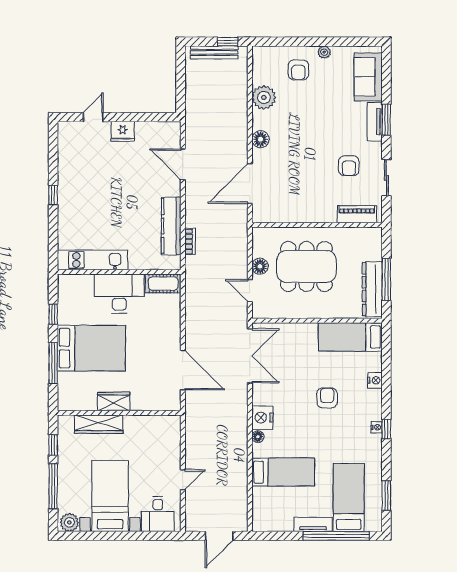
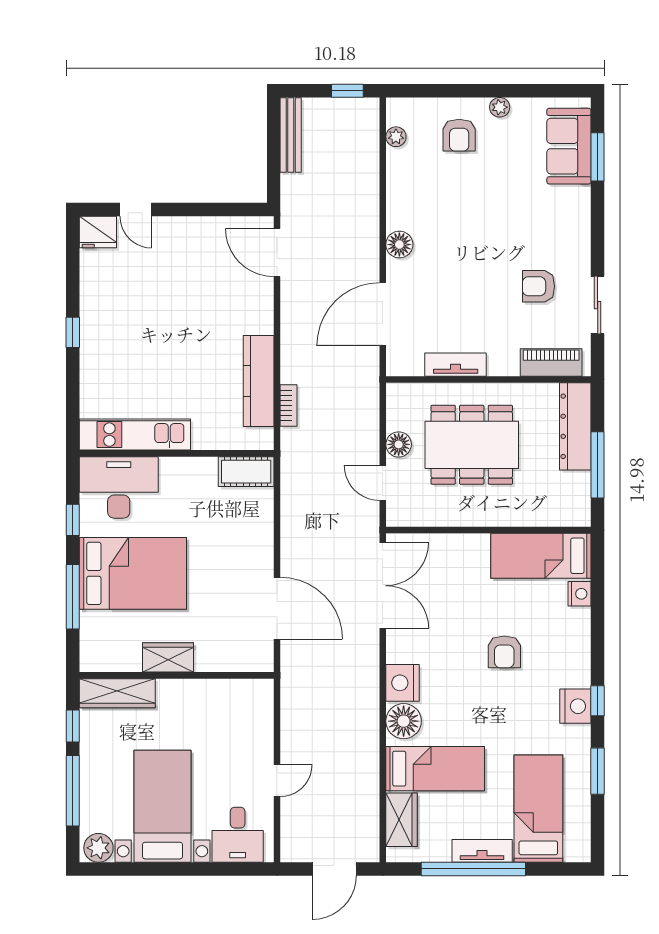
bench: (214, 52) -> (291, 135), moved, turned 90
plant: (264, 97) -> (396, 137), moved, width x0.53, depth x0.53
door: (93, 117) -> (136, 210), swing flipped
window: (386, 120) -> (598, 157), moved
tv unit: (375, 122) -> (456, 365), moved, turned 90
fridge: (123, 131) -> (98, 232), moved
door: (183, 164) -> (277, 253), moved
armchair: (349, 166) -> (539, 286), turned 90
dresser: (372, 289) -> (575, 426), moved
desk: (119, 294) -> (119, 487), moved
nightstand: (375, 380) -> (580, 594), moved
armchair: (327, 398) -> (504, 652), turned 180
wardrobe: (99, 424) -> (117, 693), moved
nightstand: (377, 427) -> (575, 706), width x1.89, depth x1.79
floor lamp: (258, 437) -> (404, 721), width x1.89, depth x1.89
window: (386, 496) -> (598, 771), moved
wardrobe: (262, 505) -> (401, 820), added
window: (336, 536) -> (473, 869), moved

